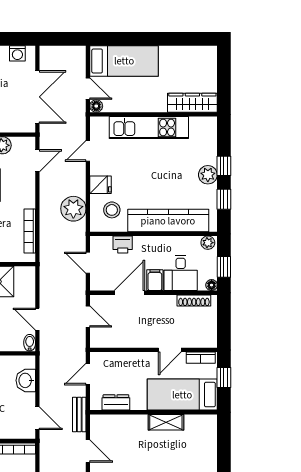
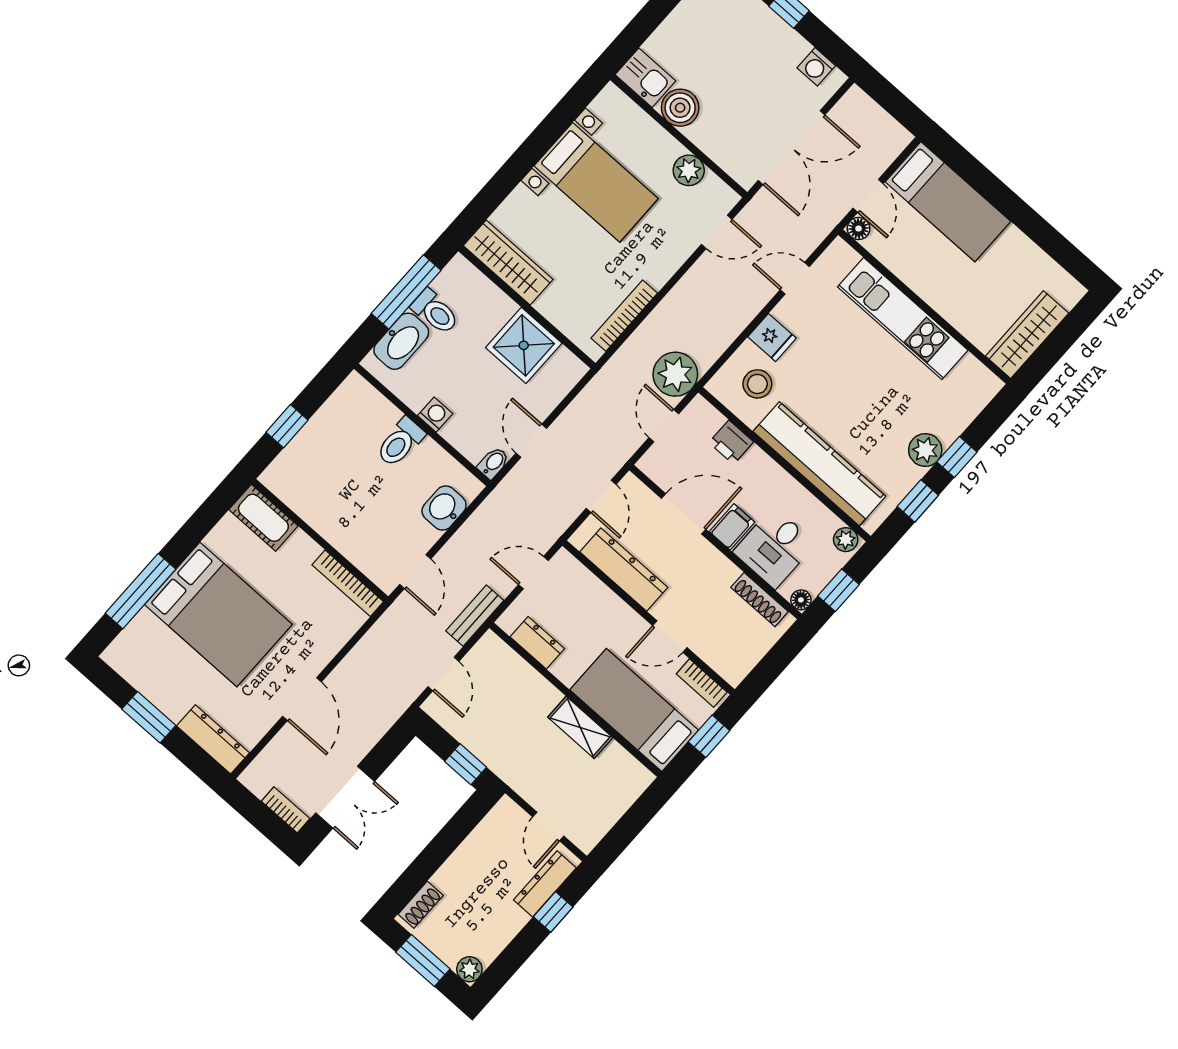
wardrobe: (192, 103) -> (1027, 335), moved, turned -90
plant: (73, 209) -> (675, 374), moved
dresser: (125, 339) -> (624, 570), added

